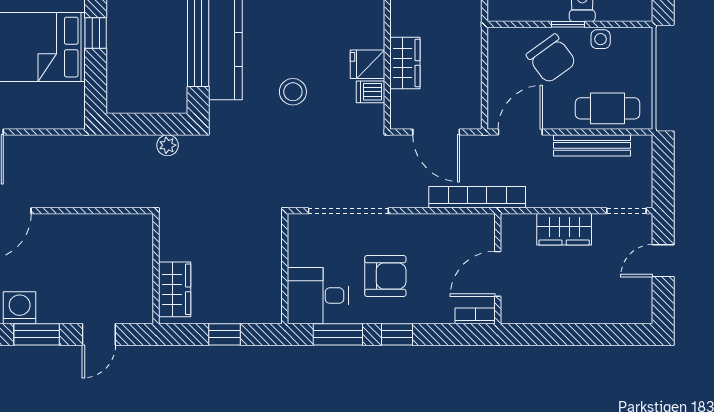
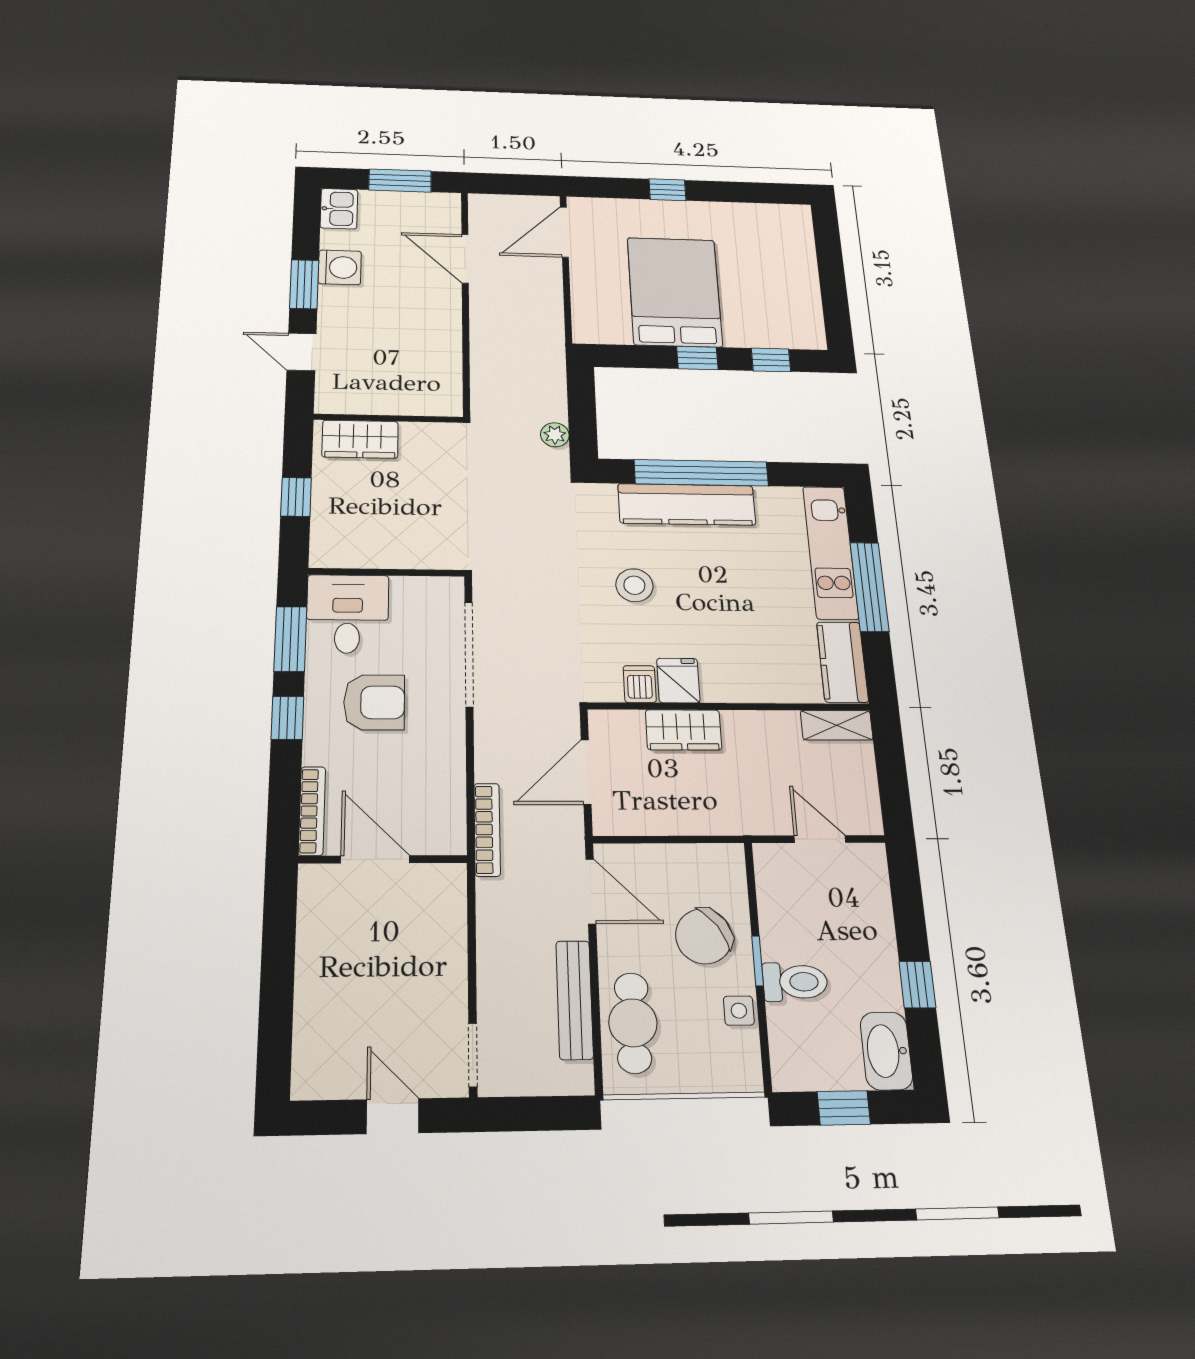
bookcase: (477, 197) -> (487, 830), width x0.68, depth x0.76
wardrobe: (564, 229) -> (443, 958), removed
armchair: (385, 276) -> (374, 702), turned -90
bookcase: (475, 316) -> (312, 811), width x1.56

